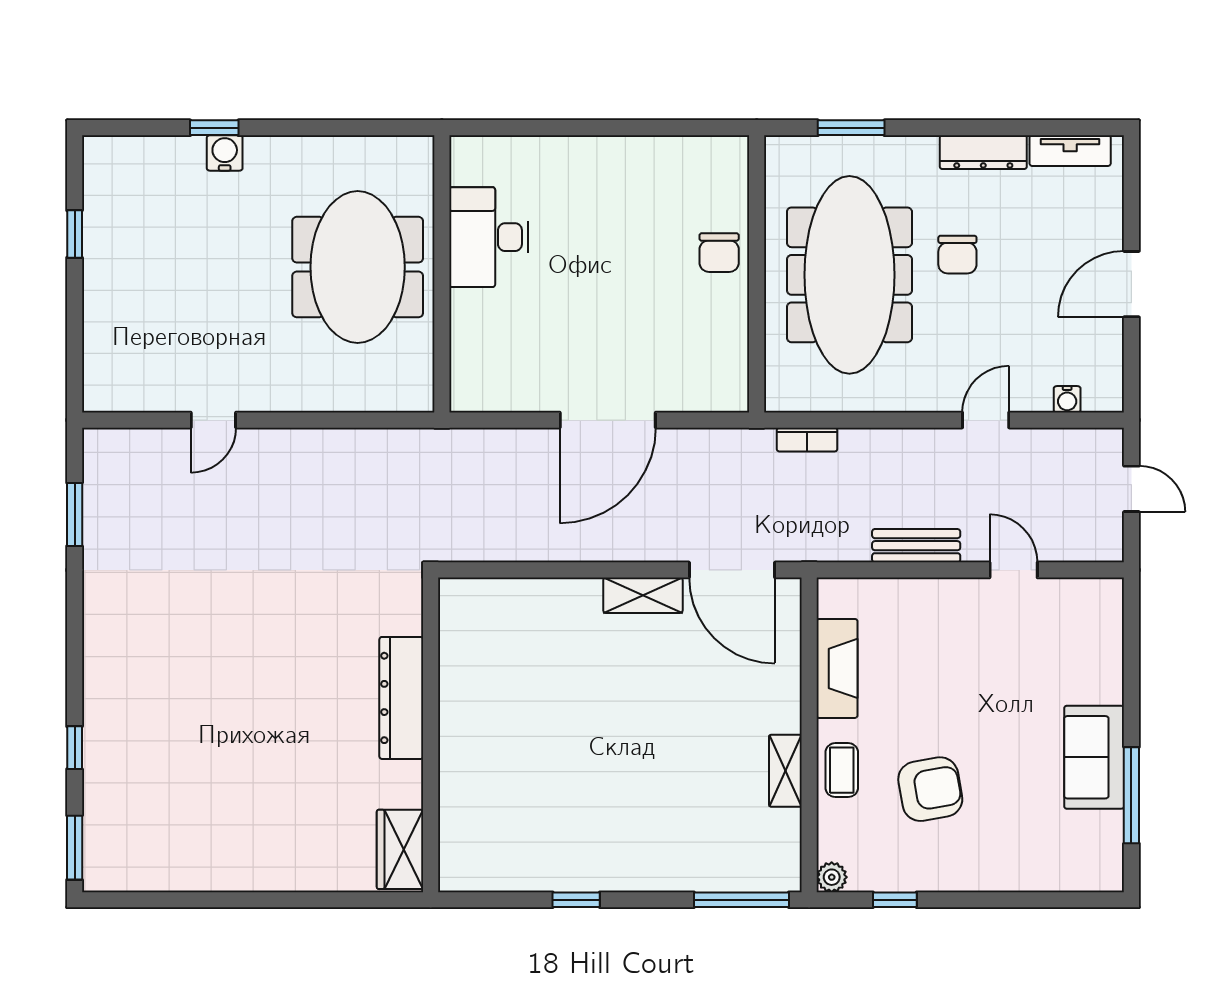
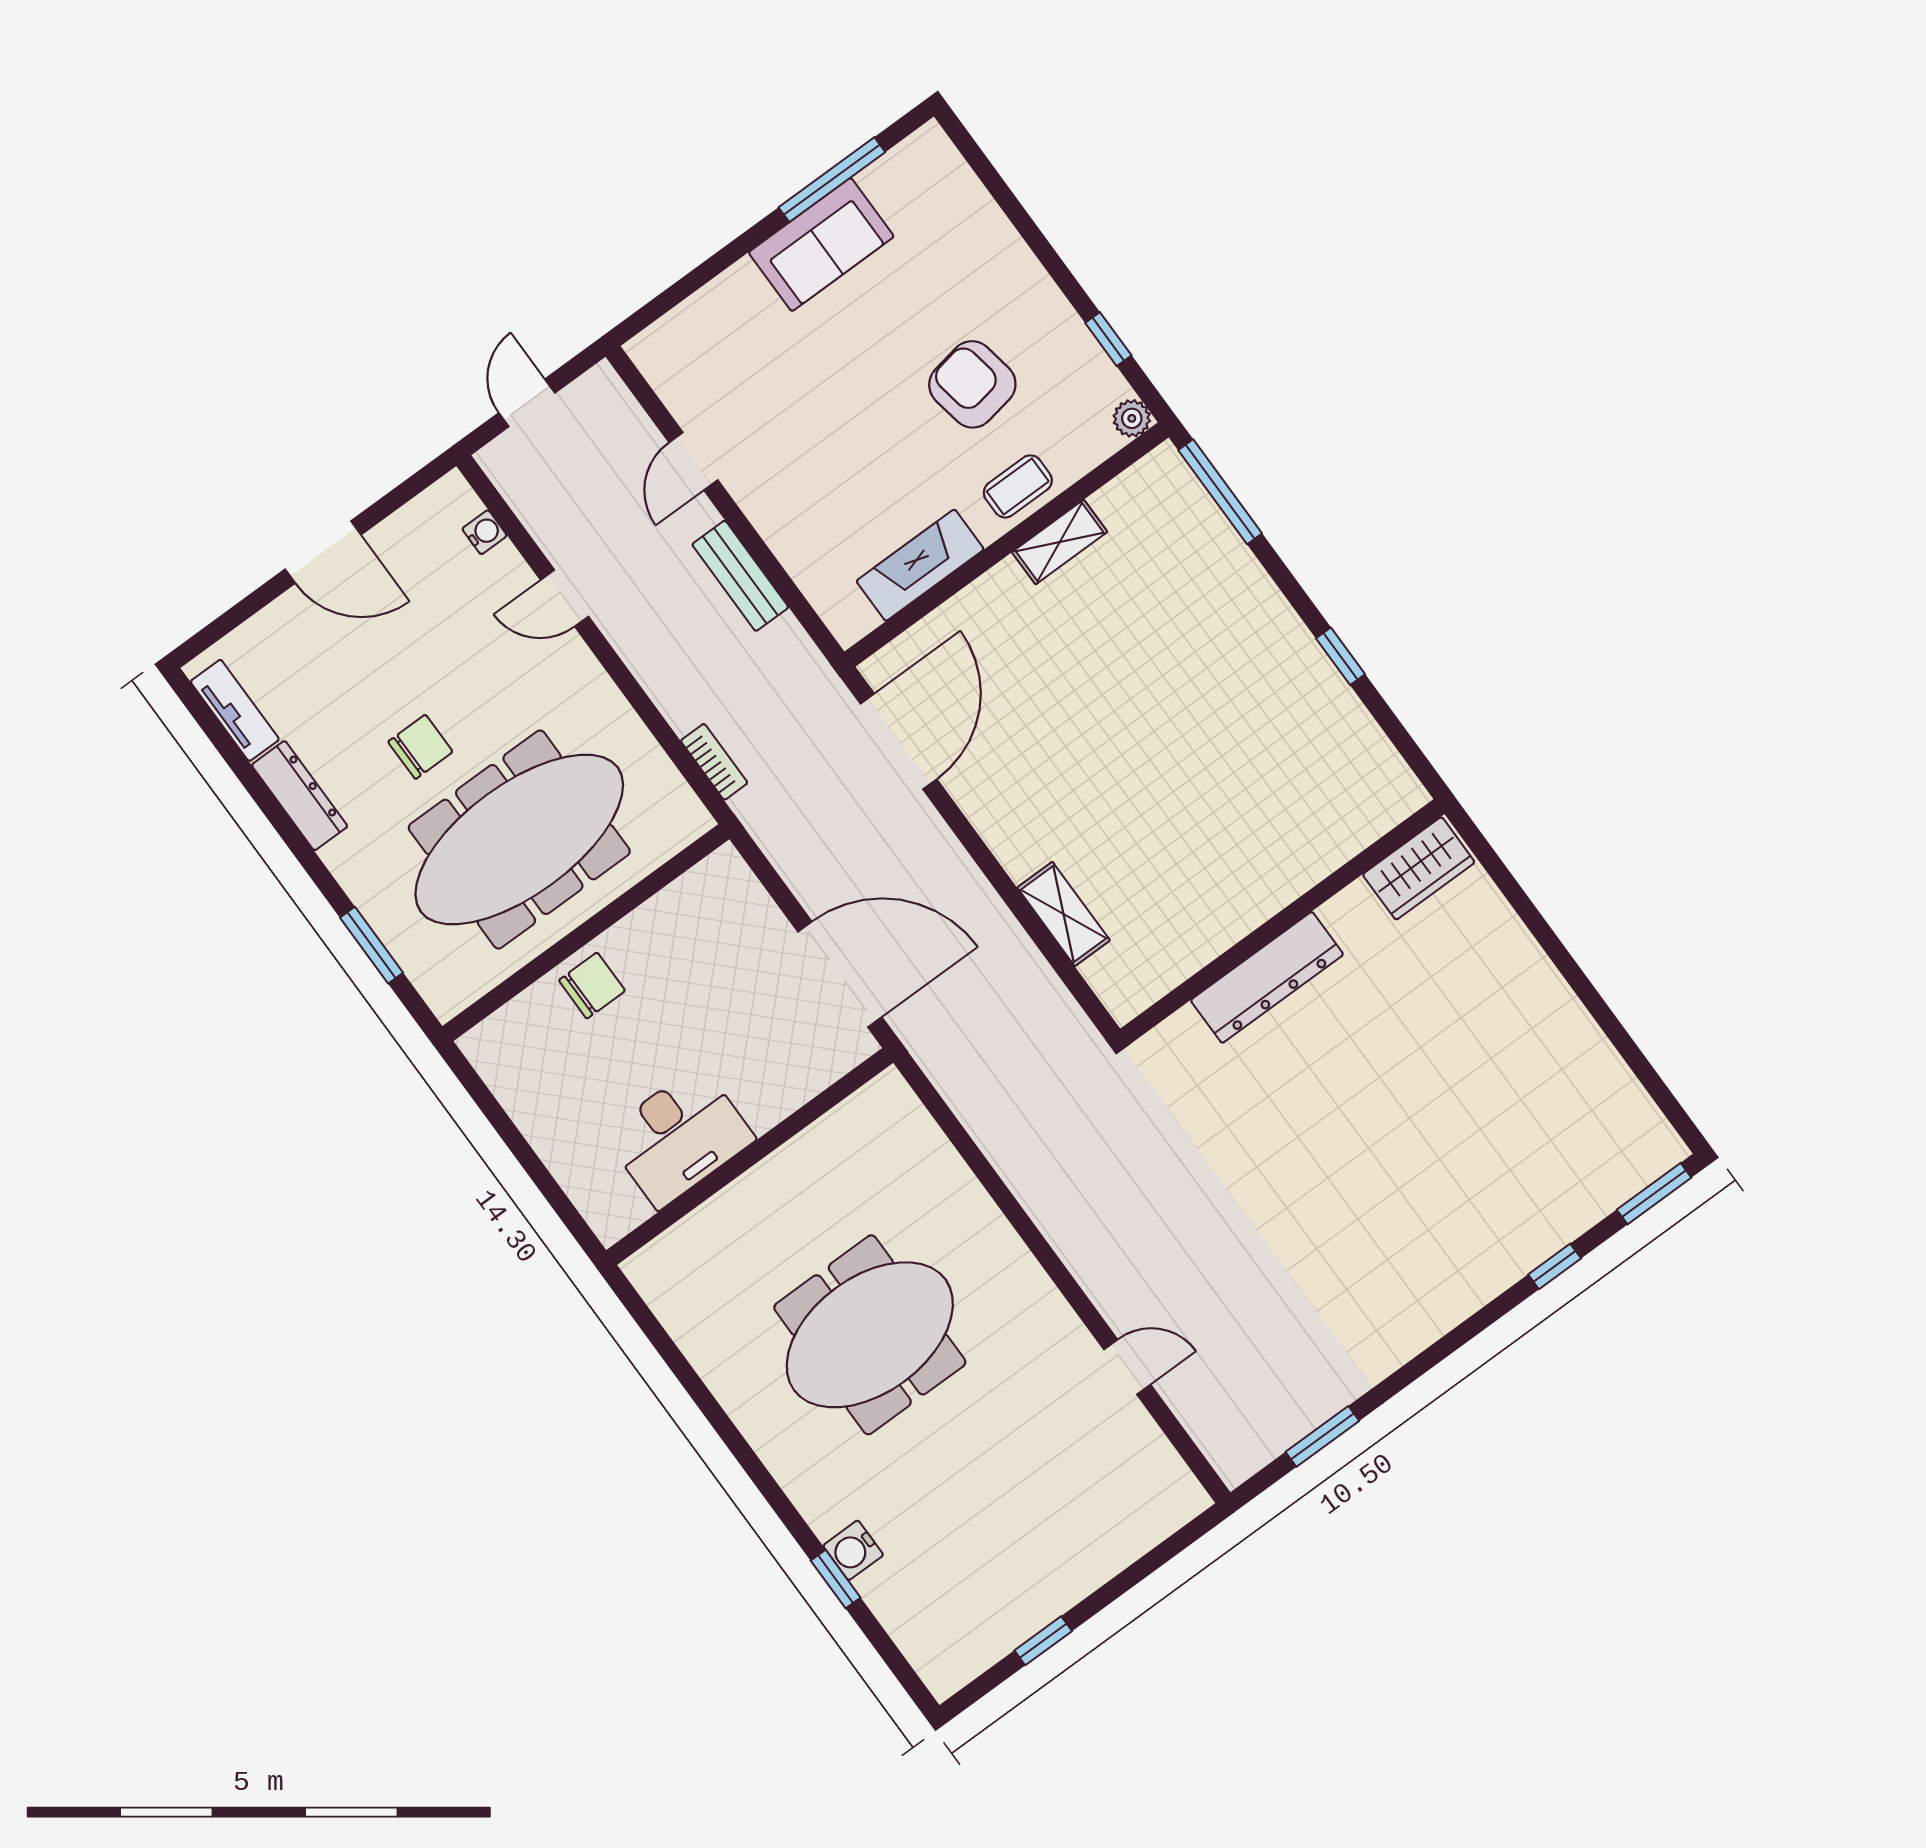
desk: (489, 237) -> (679, 1137), moved
wall: (442, 274) -> (750, 1156), moved
shelving: (643, 595) -> (1064, 914), moved

